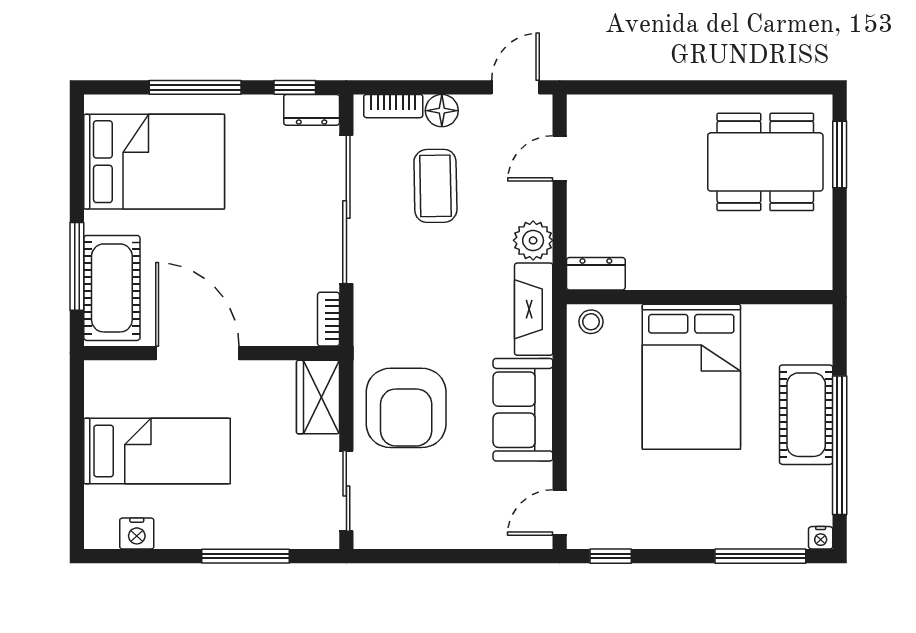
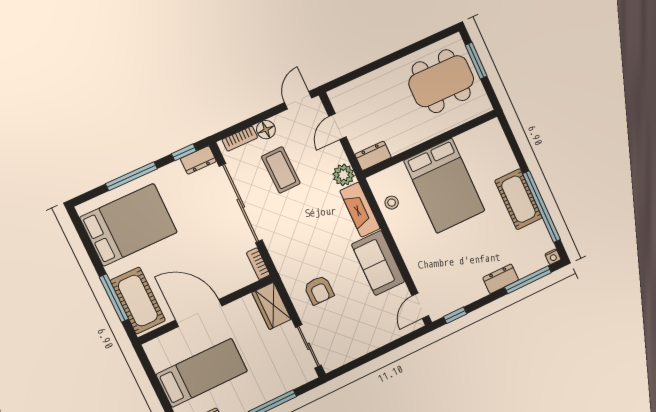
dresser: (596, 274) -> (373, 156), moved
wall: (700, 297) -> (430, 144), moved
bed: (691, 377) -> (444, 186), moved
armchair: (406, 408) -> (319, 290), width x0.53, depth x0.53
dresser: (715, 532) -> (501, 279), added

